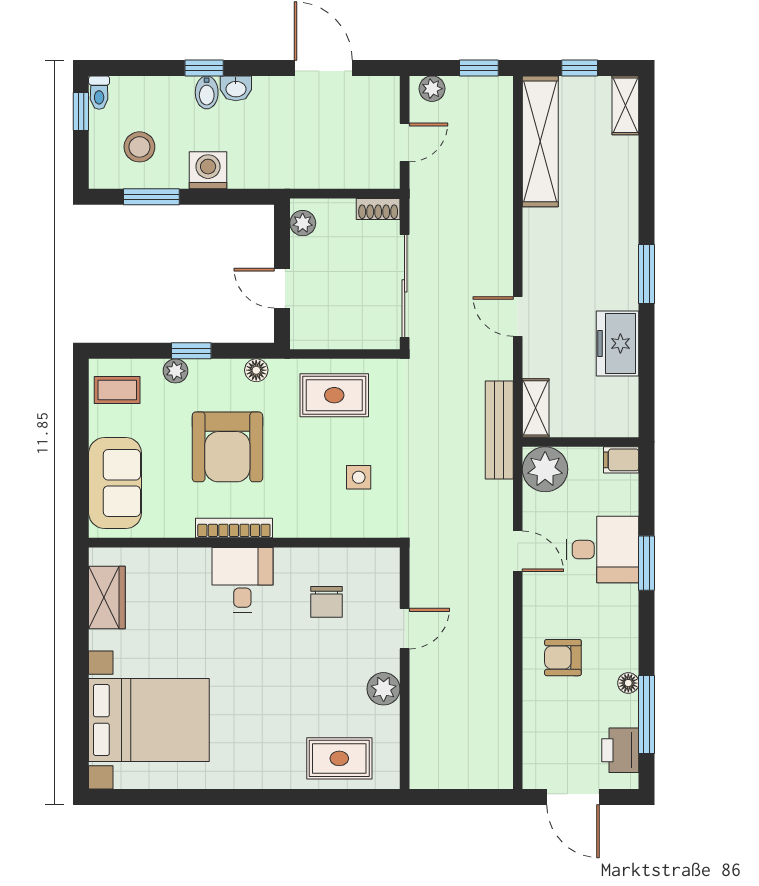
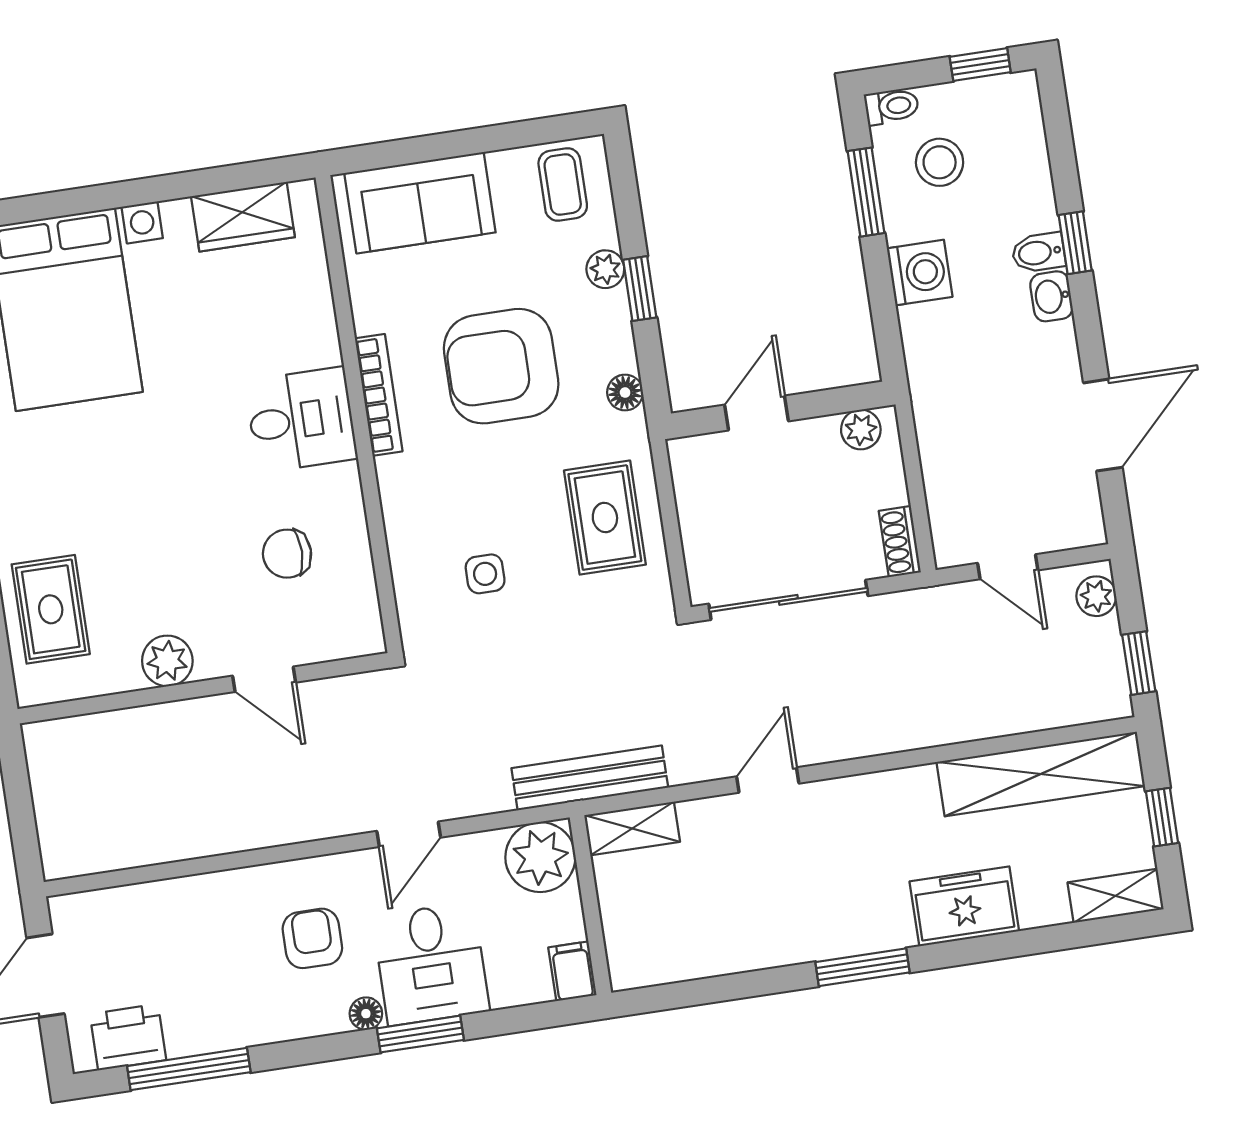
toilet: (99, 93) -> (892, 106), moved, turned 180
freezer: (618, 343) -> (964, 906), moved
armchair: (563, 658) -> (312, 938), moved
floor lamp: (628, 683) -> (366, 1014), moved

